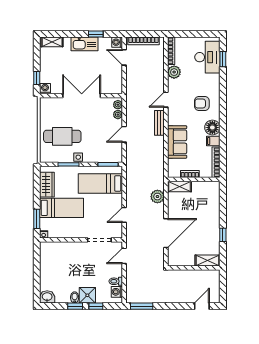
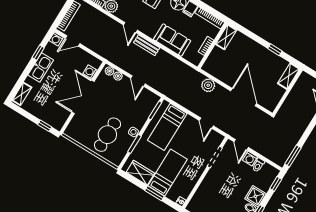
washing machine: (45, 89) -> (90, 72), moved
shelving: (180, 186) -> (226, 37), moved
window: (37, 219) -> (154, 193), moved
washing machine: (117, 292) -> (250, 159), moved
window: (96, 306) -> (276, 184), moved

